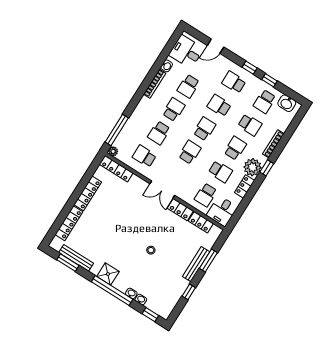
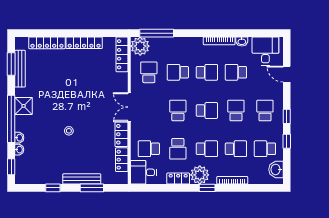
school desk: (250, 125) -> (236, 149), turned -90
plant: (113, 151) -> (140, 46), width x1.88, depth x1.88
school desk: (190, 152) -> (178, 111), turned -90

